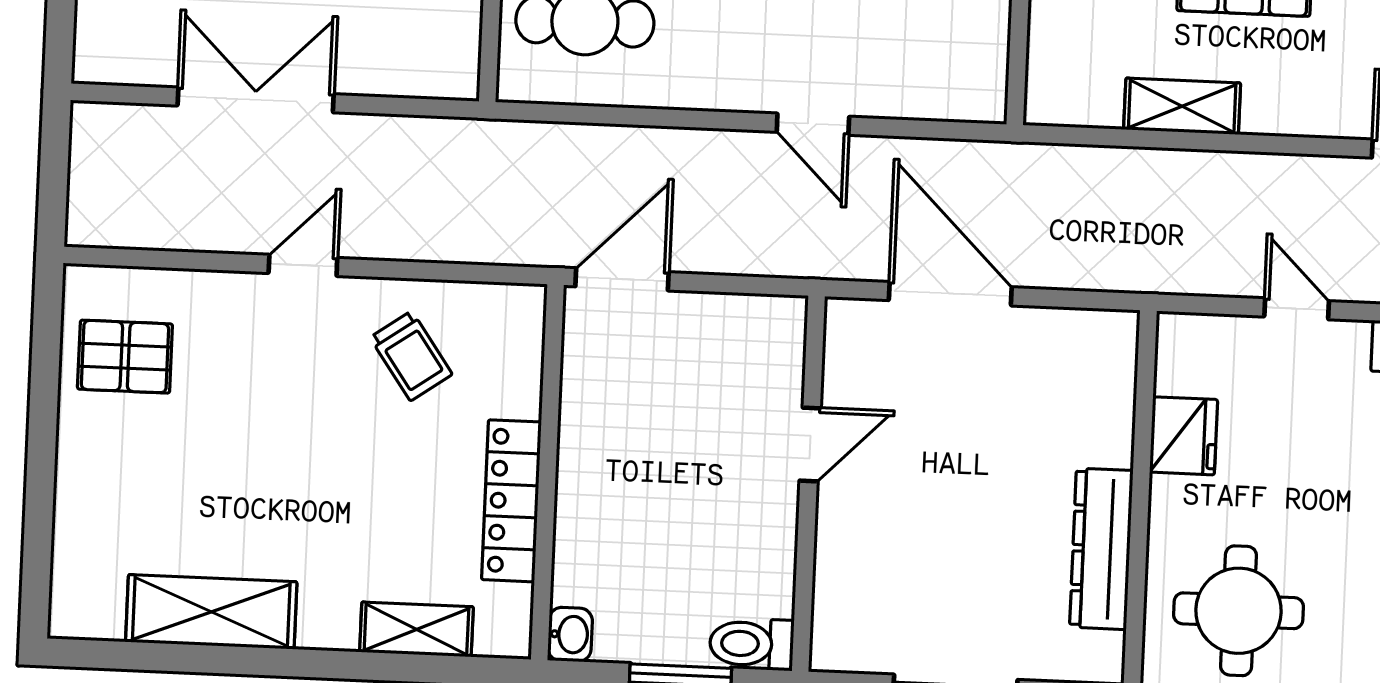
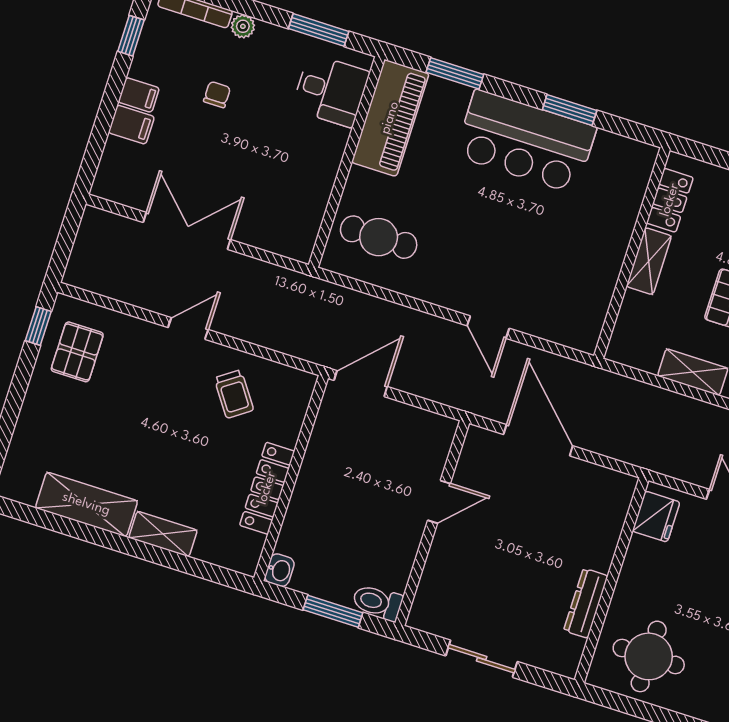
window: (47, 330) -> (38, 326), added
pallet: (125, 357) -> (77, 352), turned 90
fridge: (1184, 436) -> (656, 517), moved
dresser: (1101, 549) -> (586, 603), width x0.73, depth x0.80
shelving: (416, 629) -> (163, 534), moved

